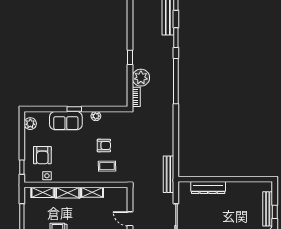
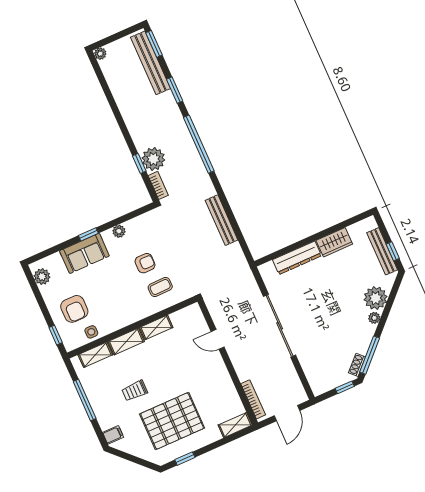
window: (130, 57) -> (139, 163), moved
bench: (168, 174) -> (222, 220), moved
wardrobe: (238, 188) -> (334, 242), added

